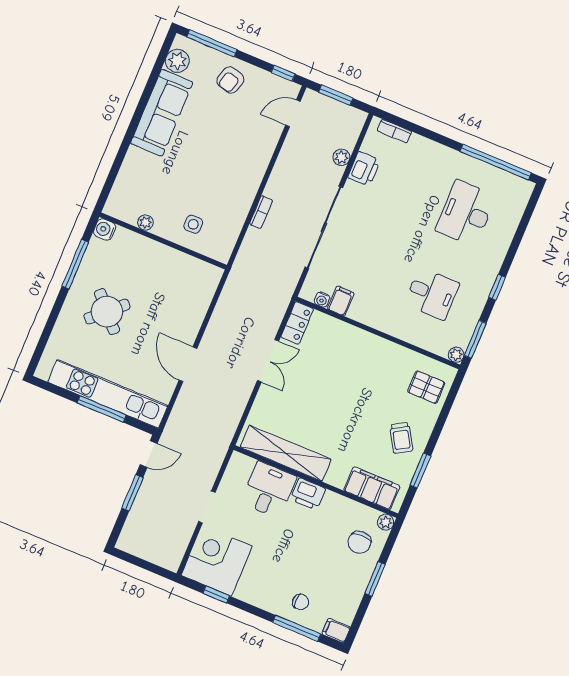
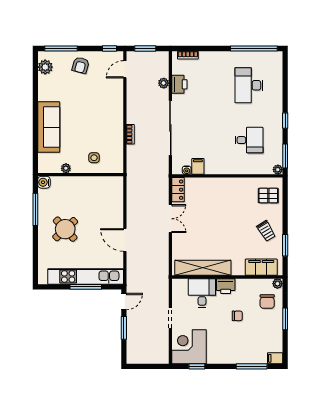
sofa: (162, 113) -> (49, 127), moved
chair: (301, 602) -> (237, 316), moved

